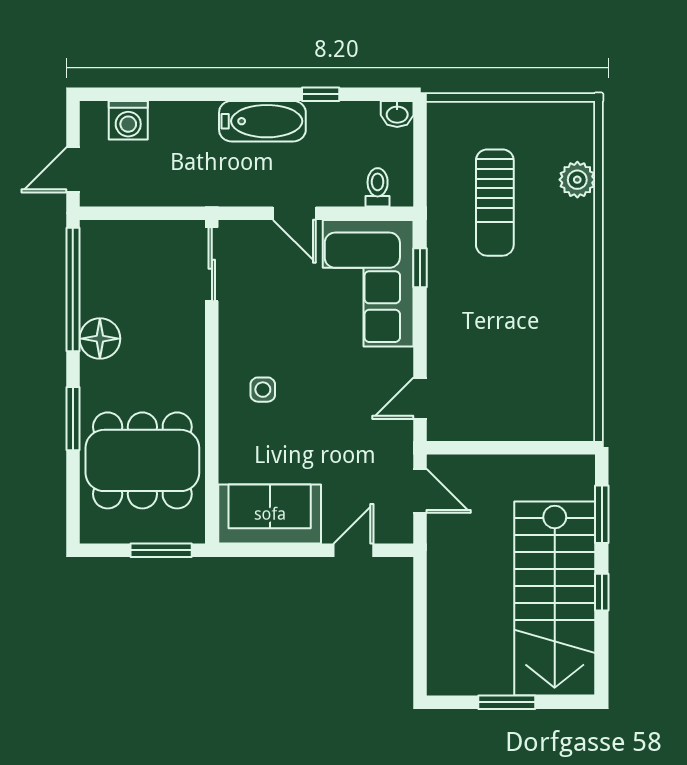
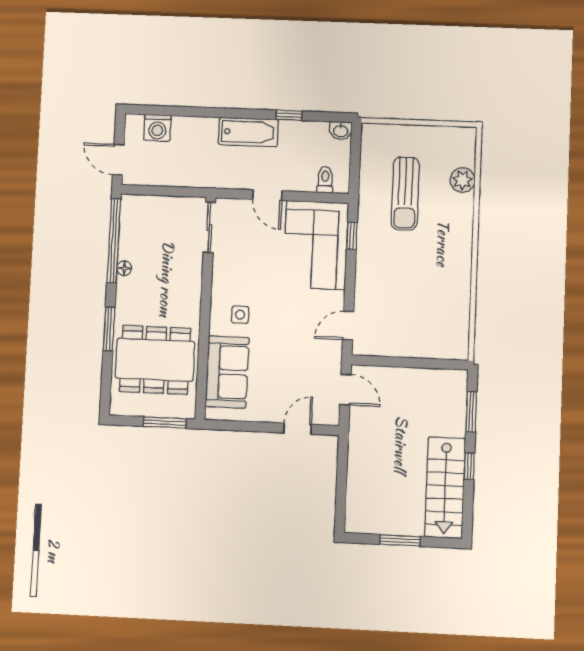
door: (73, 170) -> (118, 160), hinge flipped
floor lamp: (100, 339) -> (124, 268), width x0.53, depth x0.53
sofa: (270, 514) -> (227, 372), moved, turned 90
stairs: (555, 599) -> (445, 488), width x0.73, depth x0.66

